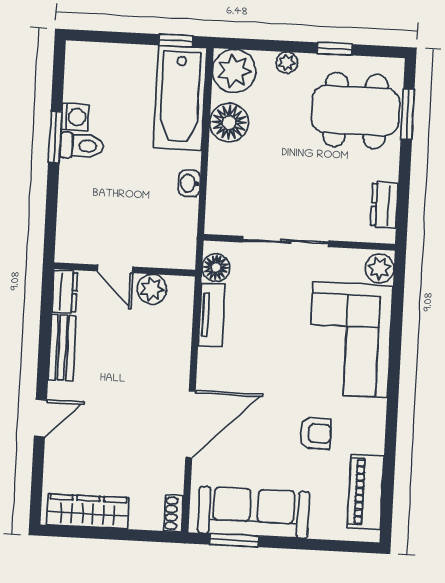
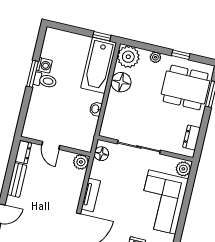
plant: (152, 289) -> (81, 162), moved
tv unit: (212, 315) -> (91, 195), moved

